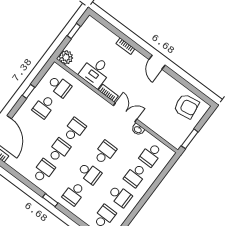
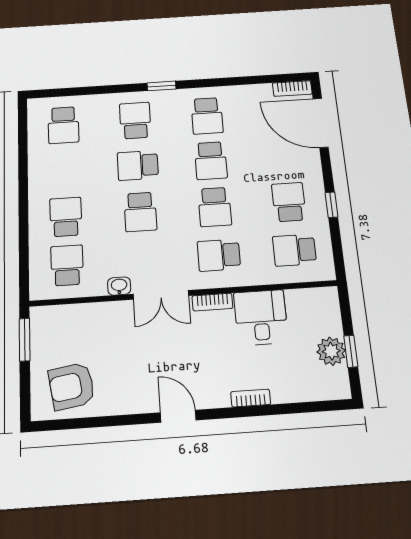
plant: (66, 57) -> (331, 351), moved
school desk: (120, 196) -> (219, 255), moved

